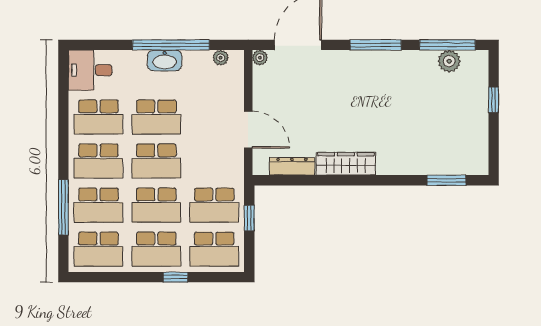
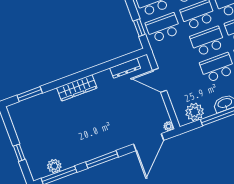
plant: (221, 58) -> (195, 112), width x1.87, depth x1.87
wardrobe: (346, 164) -> (77, 88), moved

